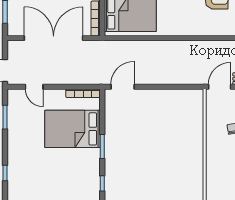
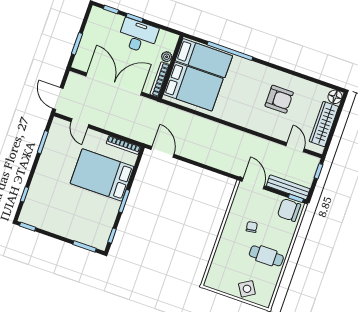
door: (123, 87) -> (162, 152), hinge flipped
door: (220, 87) -> (253, 183), hinge flipped

